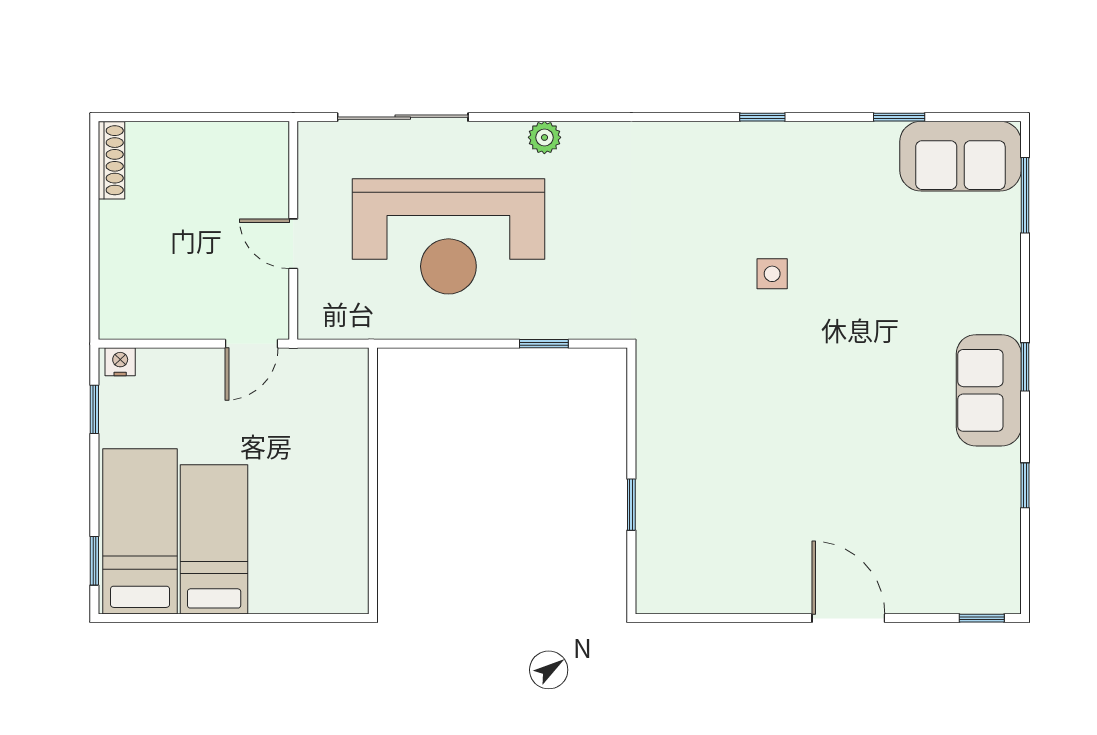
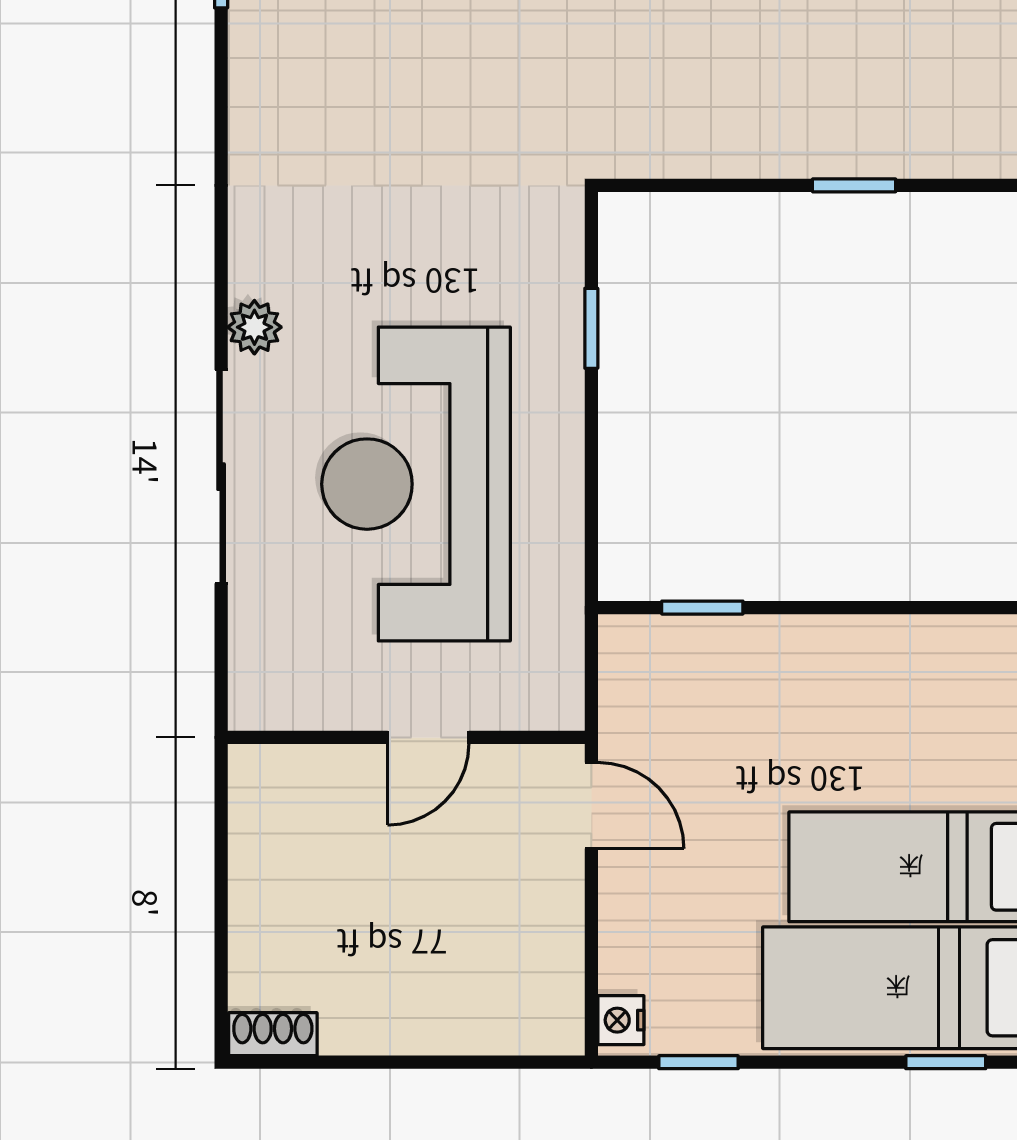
sliding door: (403, 117) -> (221, 477), moved
shoe rack: (112, 160) -> (273, 1034), width x0.70
reception desk: (448, 236) -> (416, 484), turned 180
window: (373, 412) -> (702, 608), added

